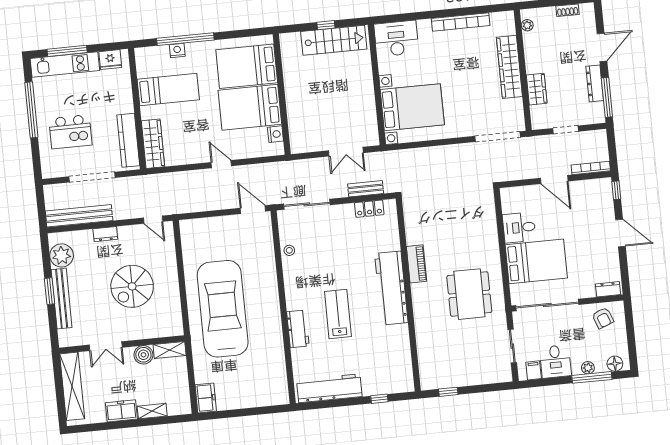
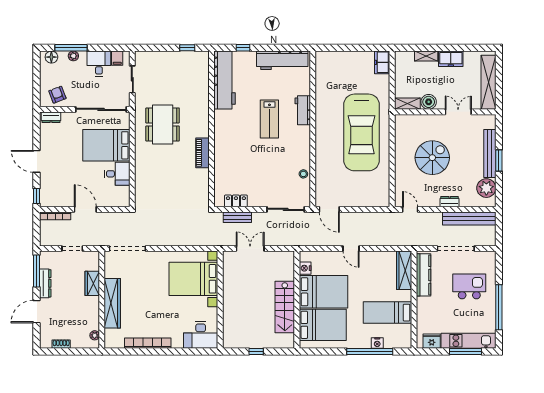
stairs: (334, 40) -> (285, 307), moved, turned -90
workbench: (391, 288) -> (225, 80), moved

